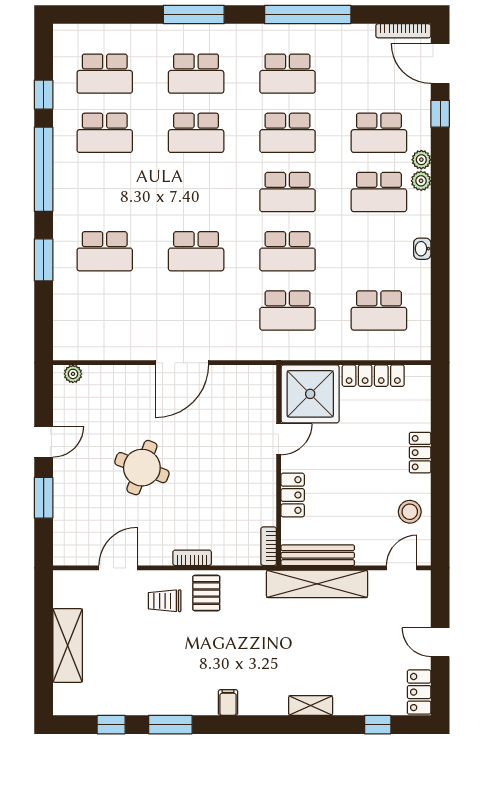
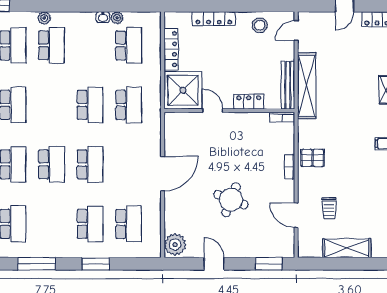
plant: (421, 160) -> (117, 18), moved
window: (44, 169) -> (37, 264), width x0.68
school desk: (287, 192) -> (52, 164), moved
washbasin: (422, 249) -> (103, 17), moved
school desk: (105, 310) -> (129, 224), added
door: (182, 363) -> (163, 173), hinge flipped
plant: (73, 374) -> (175, 245), width x1.88, depth x1.88
locker: (420, 453) -> (214, 19), width x1.53
window: (44, 498) -> (269, 264), moved
door: (402, 568) -> (296, 31), hinge flipped
trolley: (165, 601) -> (329, 208), moved

